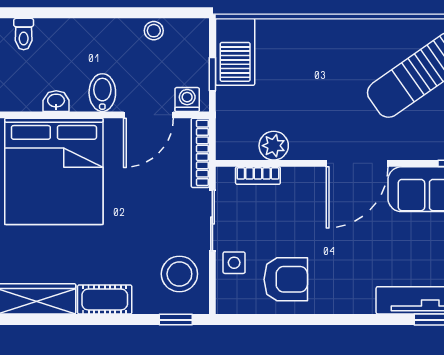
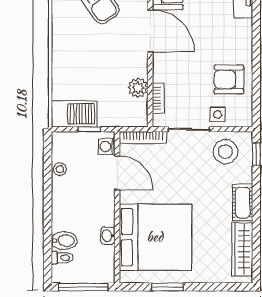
bidet: (102, 93) -> (64, 241), moved, turned 180
armchair: (286, 279) -> (229, 79), turned -90

